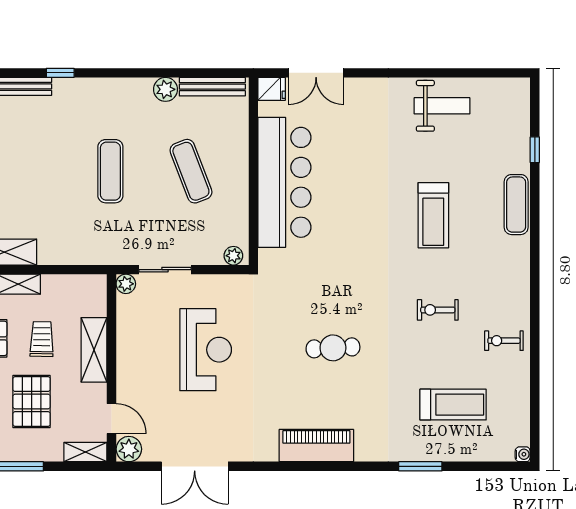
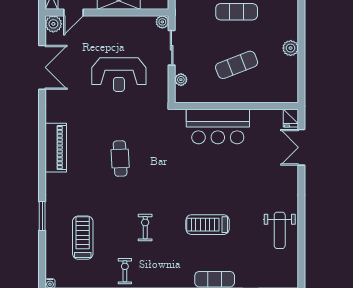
bench: (212, 87) -> (292, 79), removed
bar counter: (284, 182) -> (218, 126), width x0.73
plant: (233, 256) -> (181, 80), moved
treadmill: (453, 405) -> (83, 238), turned 180
double door: (195, 466) -> (42, 67), swing flipped

